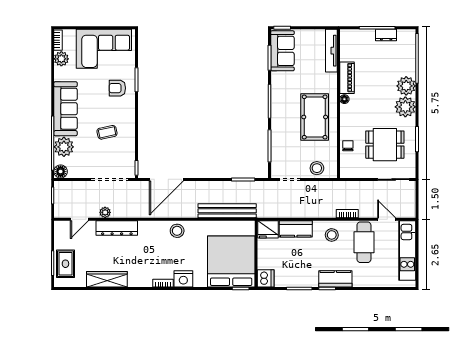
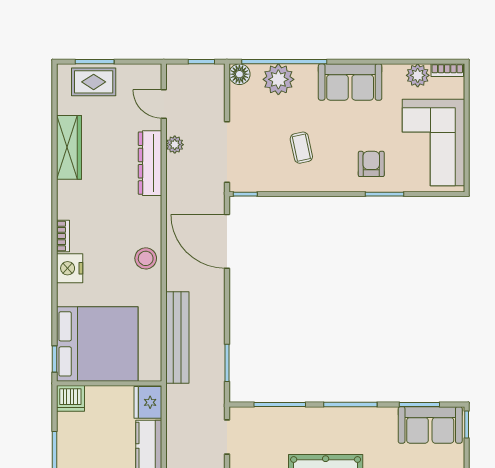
sofa: (66, 109) -> (350, 82), width x0.73

